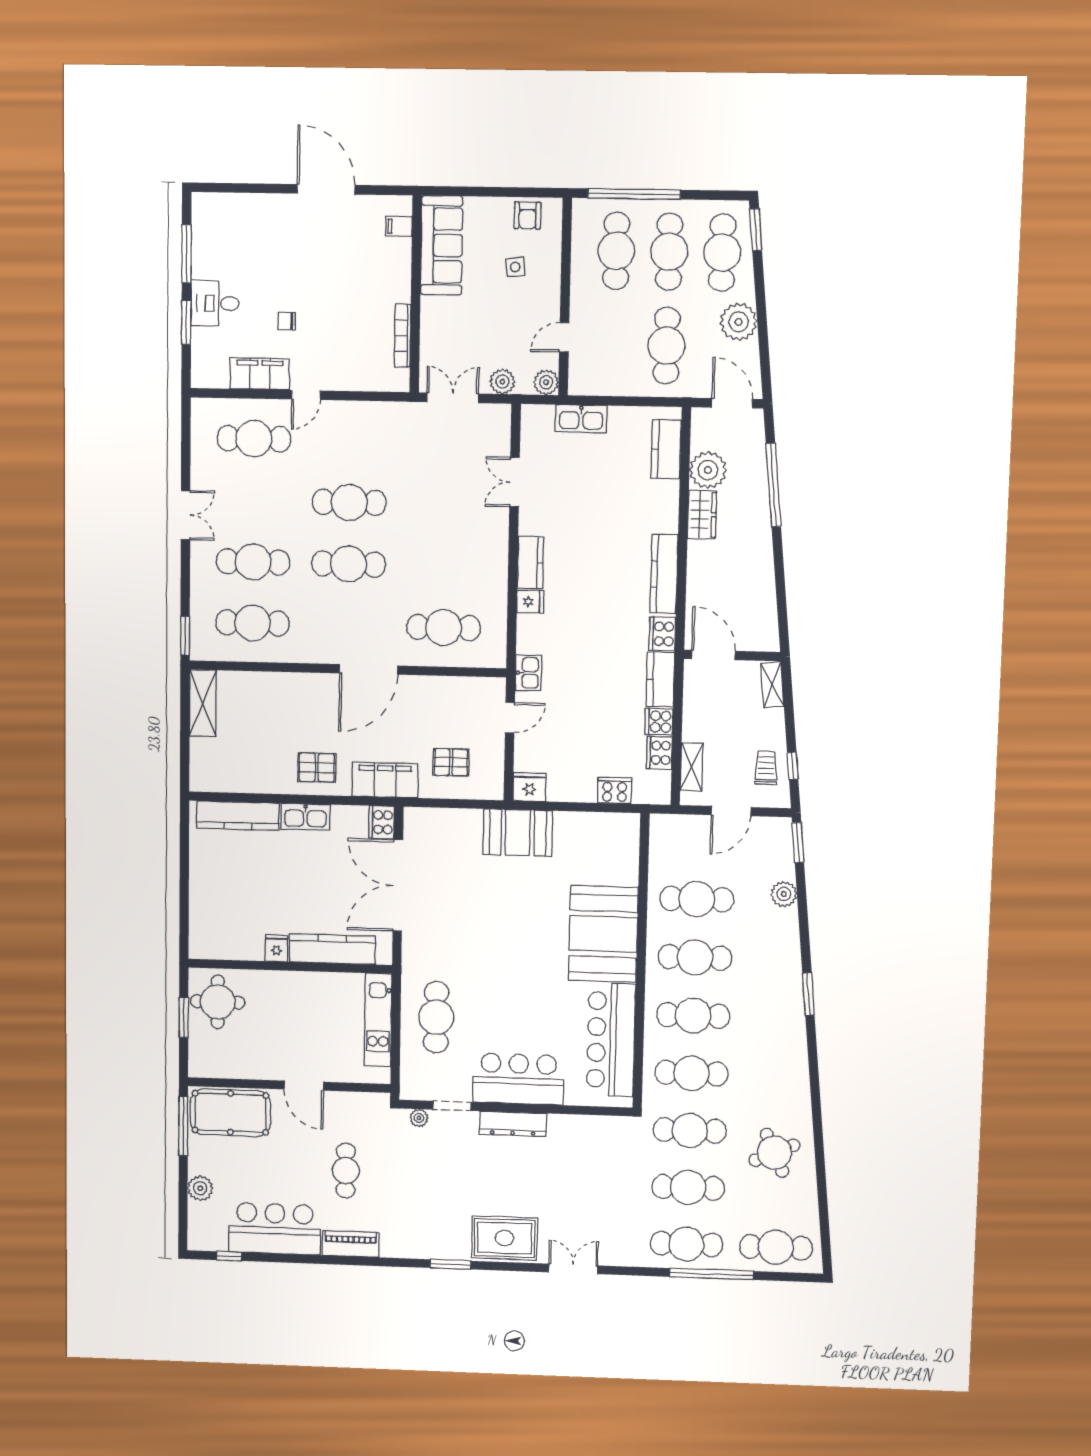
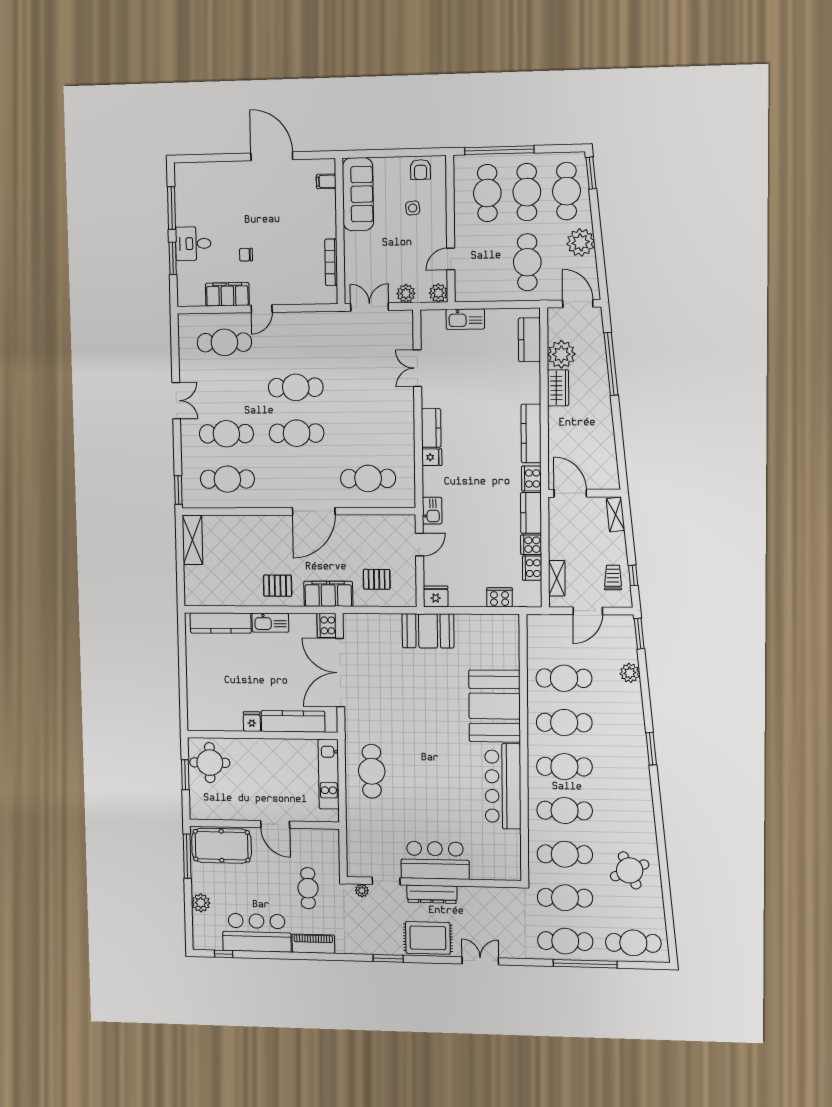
bar counter: (518, 1079) -> (435, 860), moved
doorway: (452, 1106) -> (386, 881), moved
wall: (516, 1108) -> (434, 882), moved
plant: (419, 1118) -> (362, 891), moved
dresser: (513, 1124) -> (432, 894), moved

